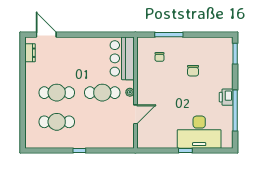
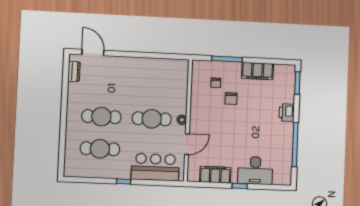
filing cabinet: (198, 44) -> (258, 71), added
bar counter: (122, 58) -> (155, 167), moved, turned 90
chair: (193, 71) -> (231, 98), moved
printer: (226, 97) -> (287, 113), moved
desk: (199, 132) -> (255, 171), width x0.73, depth x0.77
filing cabinet: (163, 141) -> (215, 175), added

